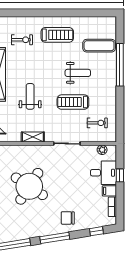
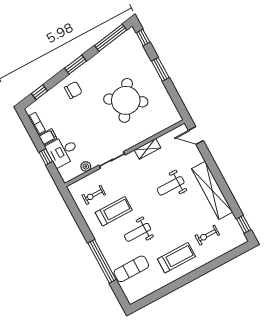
treadmill: (57, 35) -> (176, 258), turned 180
weight bench: (30, 96) -> (171, 186), turned 90
treadmill: (73, 102) -> (114, 211), moved
plant: (102, 150) -> (86, 166), moved
window: (55, 238) -> (75, 65), width x0.69

